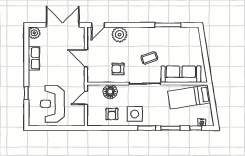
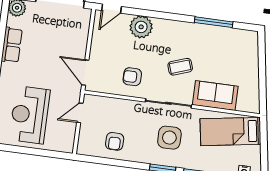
door: (86, 58) -> (85, 73), moved
sofa: (181, 74) -> (215, 96), width x0.73
floor lamp: (110, 92) -> (116, 108), removed
side table: (135, 114) -> (169, 138), moved

